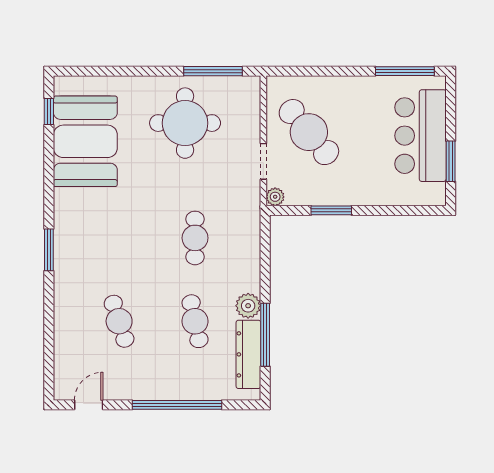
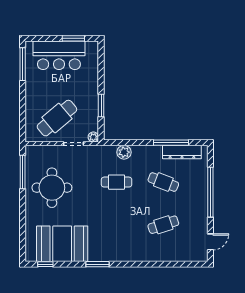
window: (49, 250) -> (98, 264), moved
plant: (248, 306) -> (124, 152), moved
cafe table: (195, 321) -> (163, 182), turned 33
door: (89, 405) -> (210, 242), swing flipped

